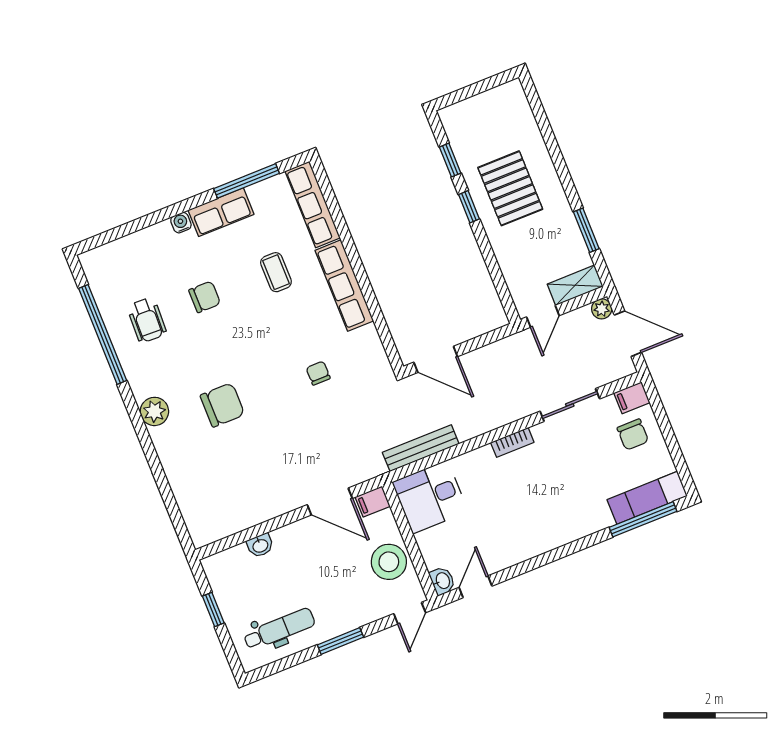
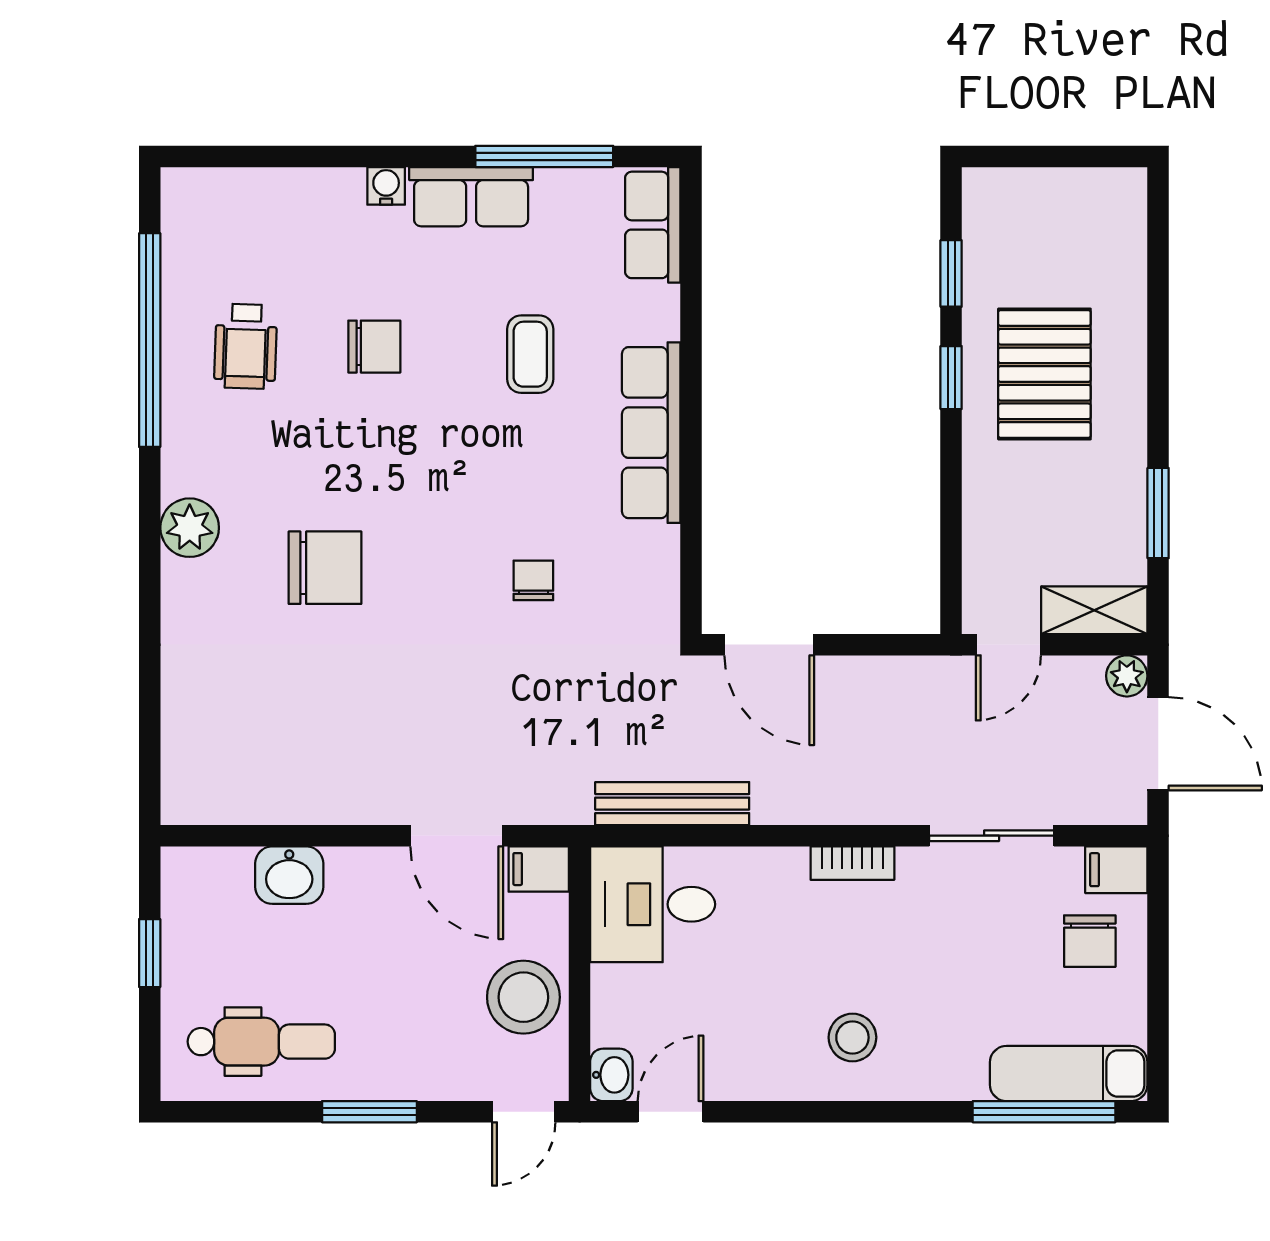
row of seats: (313, 204) -> (653, 225), width x0.68
stool: (544, 521) -> (852, 1037), added
washbasin: (260, 545) -> (289, 875), width x1.38, depth x1.45

